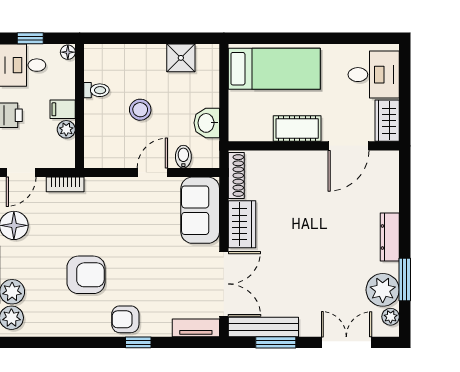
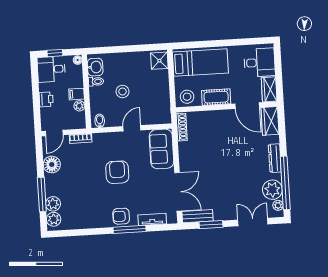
shower: (181, 58) -> (159, 61), moved
washbasin: (207, 123) -> (95, 67), moved, turned 180
stool: (248, 125) -> (187, 97), added
door: (348, 146) -> (247, 106), hinge flipped
bidet: (183, 157) -> (100, 121), moved
wardrobe: (242, 224) -> (270, 121), moved, turned 180
armchair: (86, 275) -> (117, 172), moved, turned -90
window: (405, 280) -> (285, 183), width x2.11
bench: (263, 327) -> (197, 216), width x0.73
tv unit: (196, 328) -> (152, 219), moved
window: (138, 342) -> (130, 229), width x2.17

